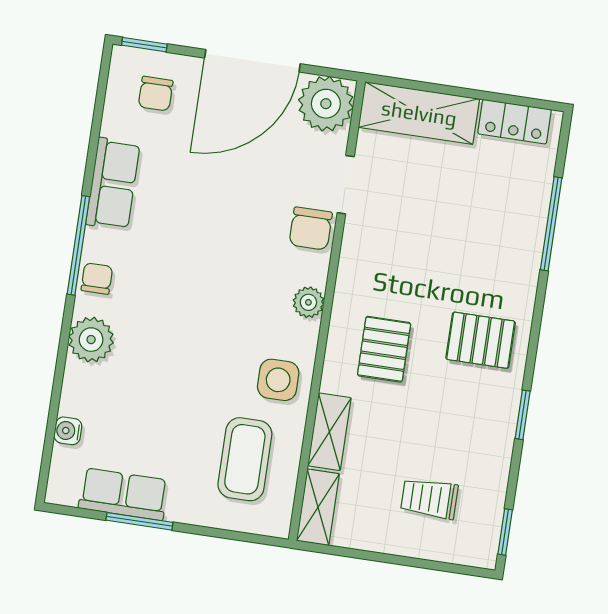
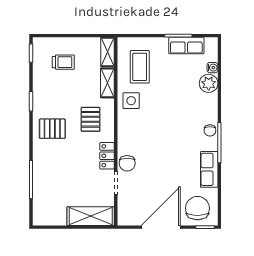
chair: (156, 94) -> (197, 208), width x1.87, depth x1.87
plant: (326, 104) -> (129, 214), removed
locker: (515, 122) -> (107, 156), moved, turned -90
chair: (311, 229) -> (127, 163), turned 180
plant: (308, 302) -> (124, 134), removed
plant: (91, 340) -> (209, 83), moved

